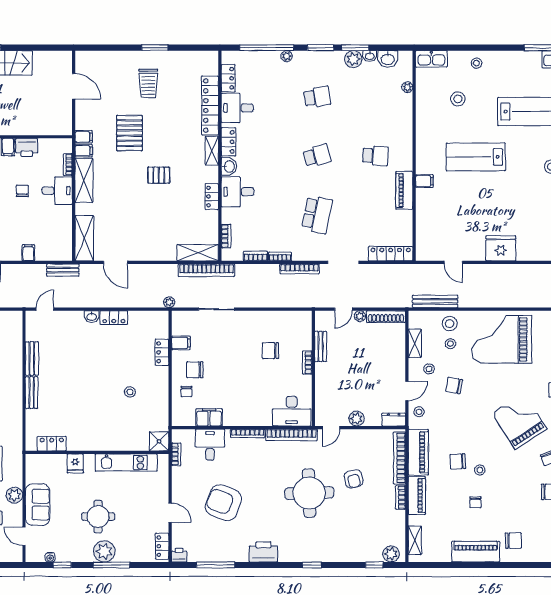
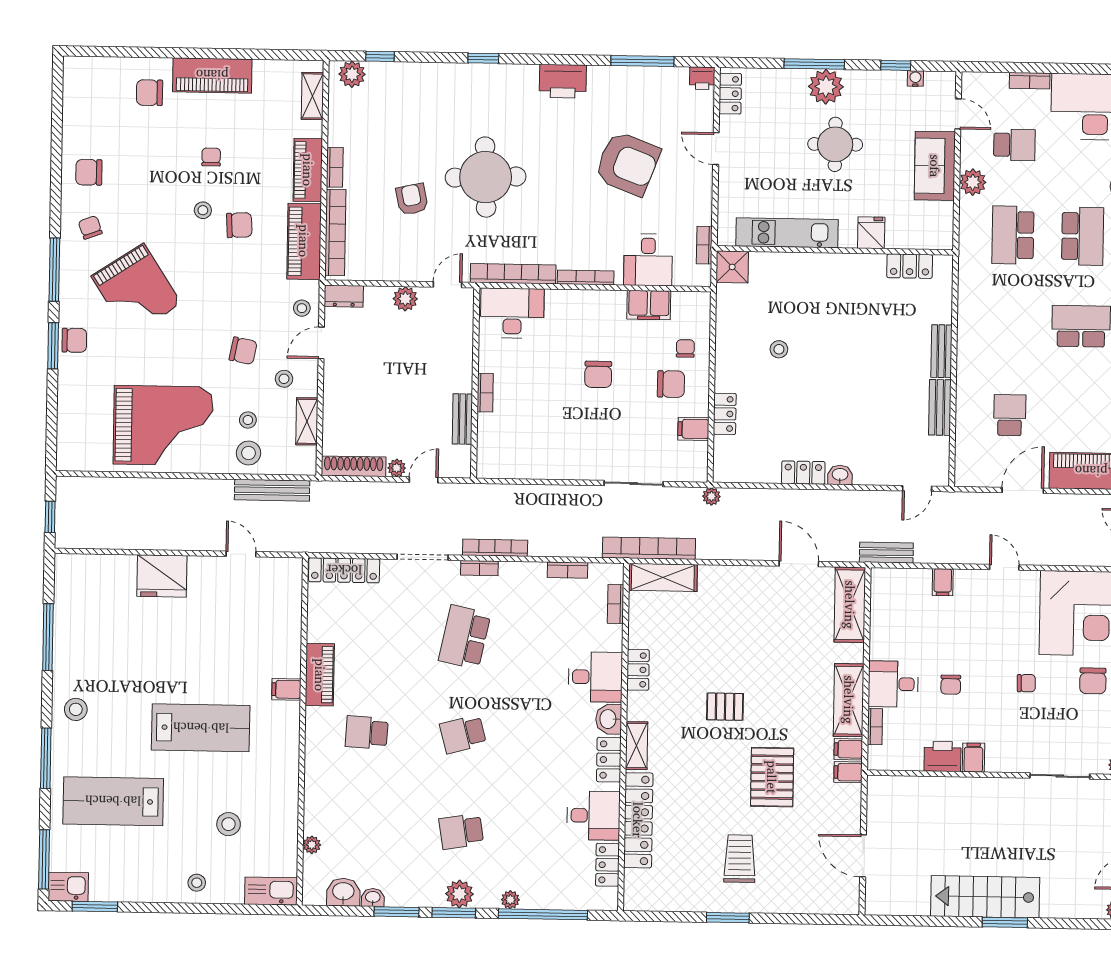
plant: (353, 59) -> (459, 894), moved
bookcase: (280, 256) -> (479, 568), moved
chair: (270, 351) -> (598, 374), moved, turned 90

